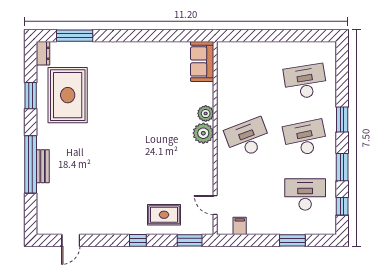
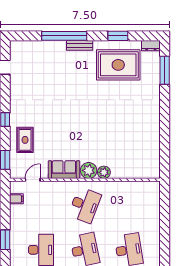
sofa: (202, 61) -> (64, 170), moved
desk: (248, 138) -> (85, 205), turned 42
bench: (43, 166) -> (80, 45), moved

